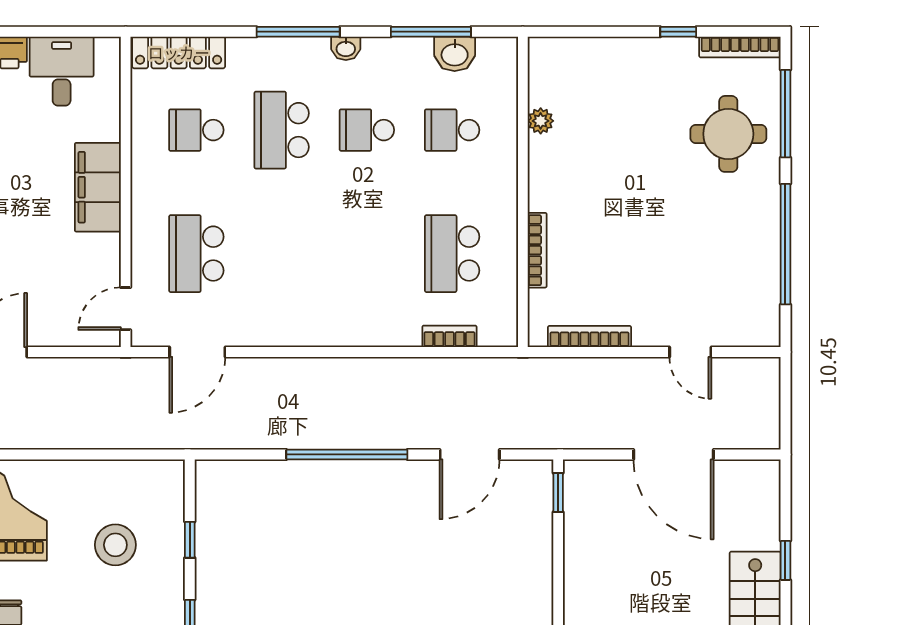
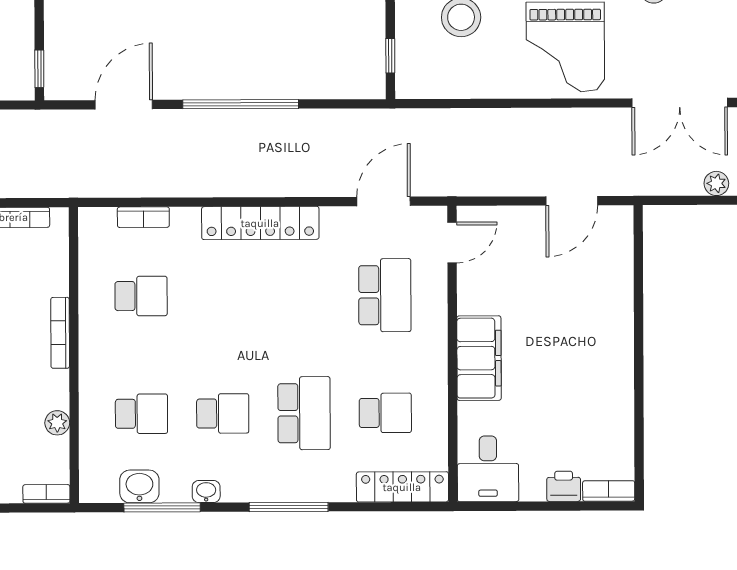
bookcase: (552, 46) -> (46, 494), added
washbasin: (346, 48) -> (206, 492), moved
desk: (62, 71) -> (488, 469), moved
bookcase: (537, 250) -> (60, 333), moved
school desk: (452, 254) -> (141, 296), width x0.54
locker: (327, 330) -> (260, 223), added
window: (190, 540) -> (390, 56), moved

